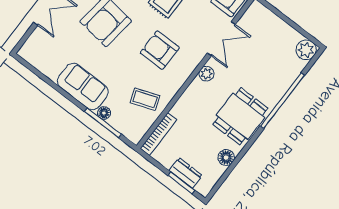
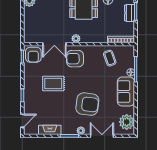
double door: (221, 39) -> (54, 44), swing flipped
armchair: (160, 50) -> (75, 59), moved, turned 89
plant: (41, 56) -> (127, 122), added

